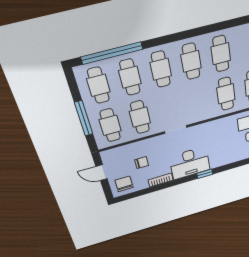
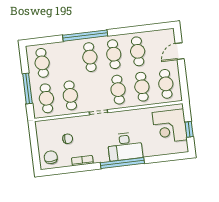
window: (112, 53) -> (85, 36), moved
cafe table: (130, 77) -> (118, 90), moved
desk: (190, 163) -> (125, 147), moved
door: (102, 173) -> (34, 141), removed
window: (205, 174) -> (122, 163), width x3.17

